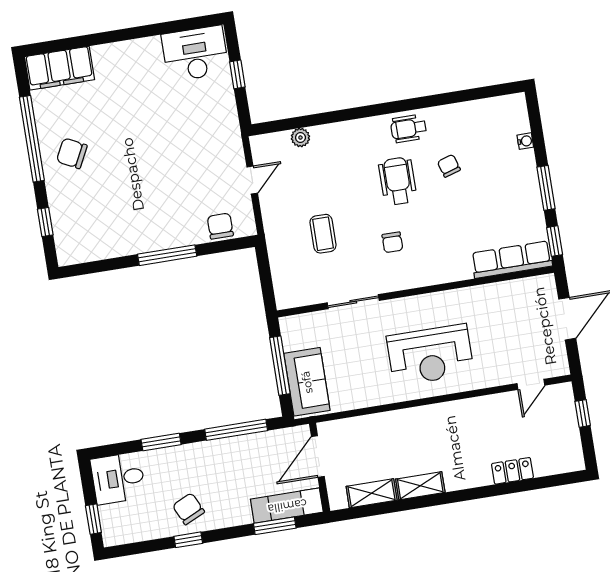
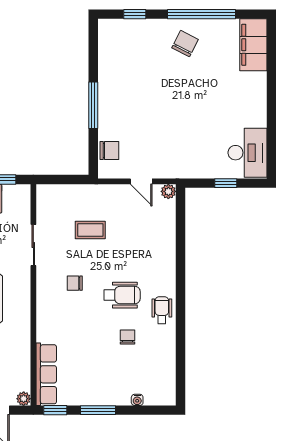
plant: (300, 138) -> (168, 191), moved
chair: (449, 166) -> (128, 337), turned -73
plant: (547, 283) -> (24, 399), added

